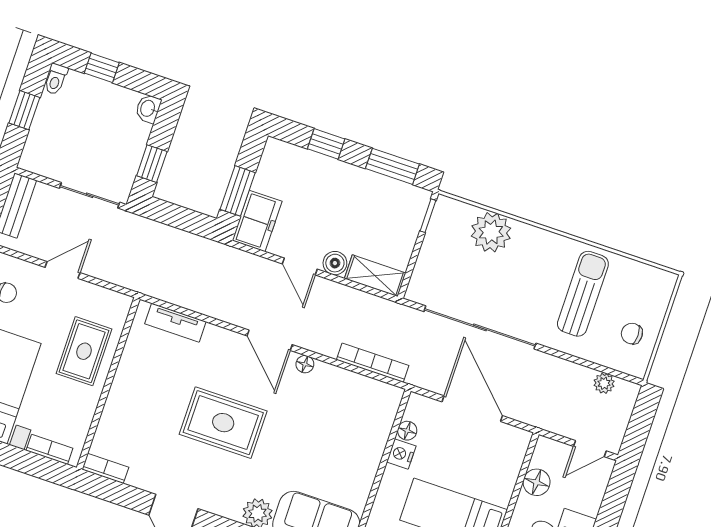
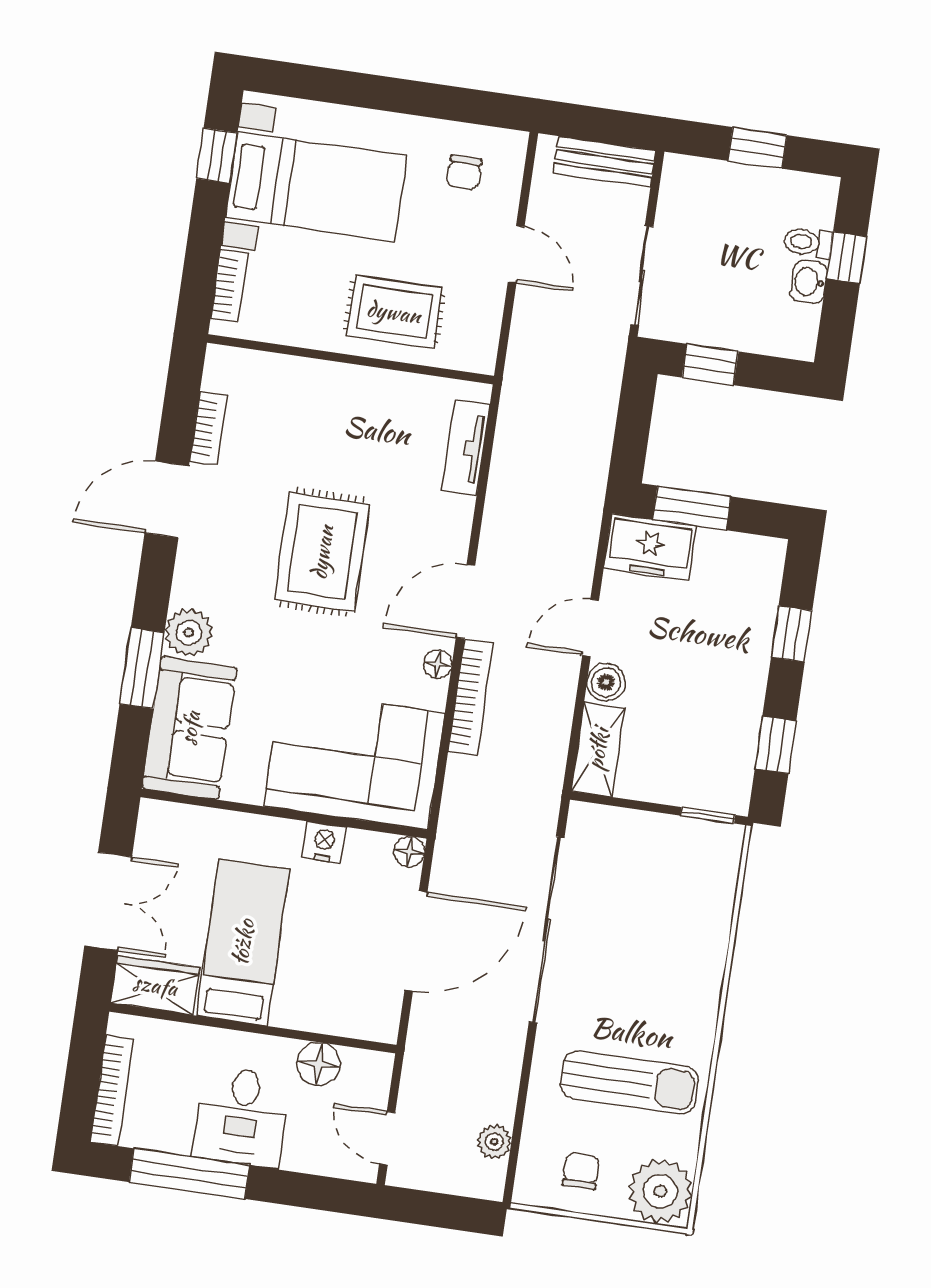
toilet: (56, 79) -> (808, 243), moved
washbasin: (148, 109) -> (809, 282), moved, turned -90
window: (392, 166) -> (775, 745), width x0.67
plant: (491, 232) -> (660, 1191), moved
bookcase: (373, 363) -> (470, 697), moved
corner sofa: (354, 426) -> (354, 760), added
floor lamp: (407, 431) -> (409, 852), moved
bookcase: (105, 468) -> (208, 428), moved

